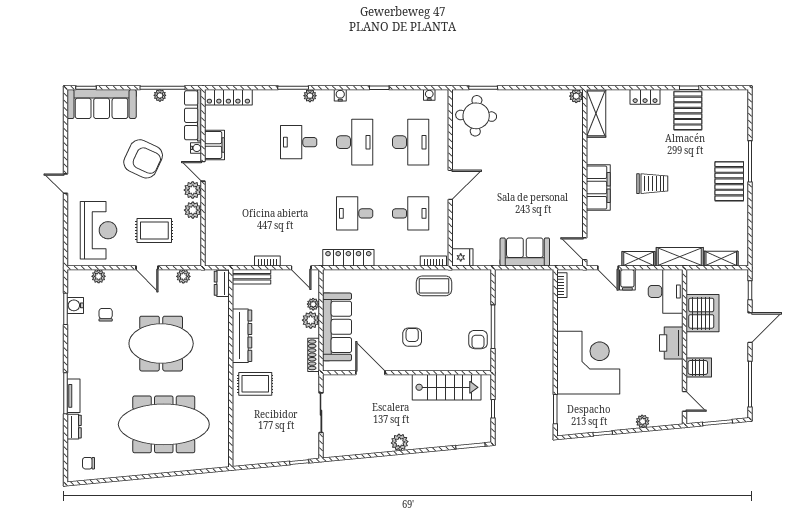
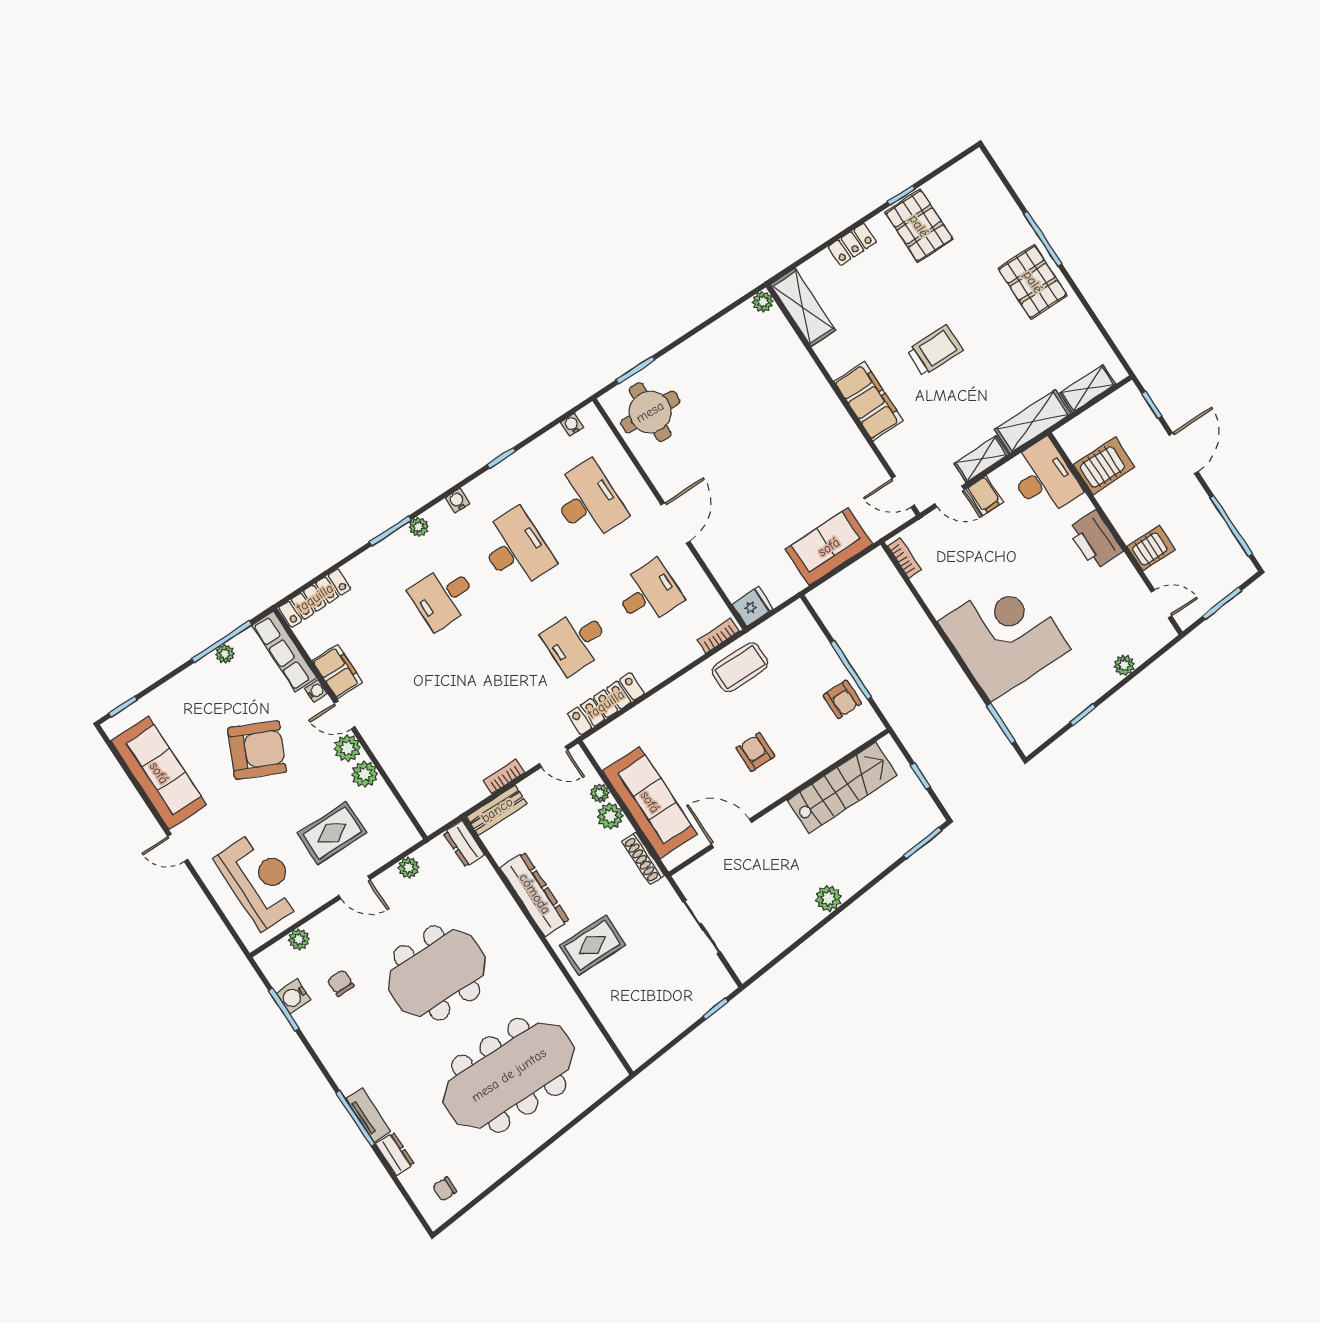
sofa: (102, 104) -> (159, 773), moved, turned -90
server rack: (703, 313) -> (1104, 466), width x0.62

